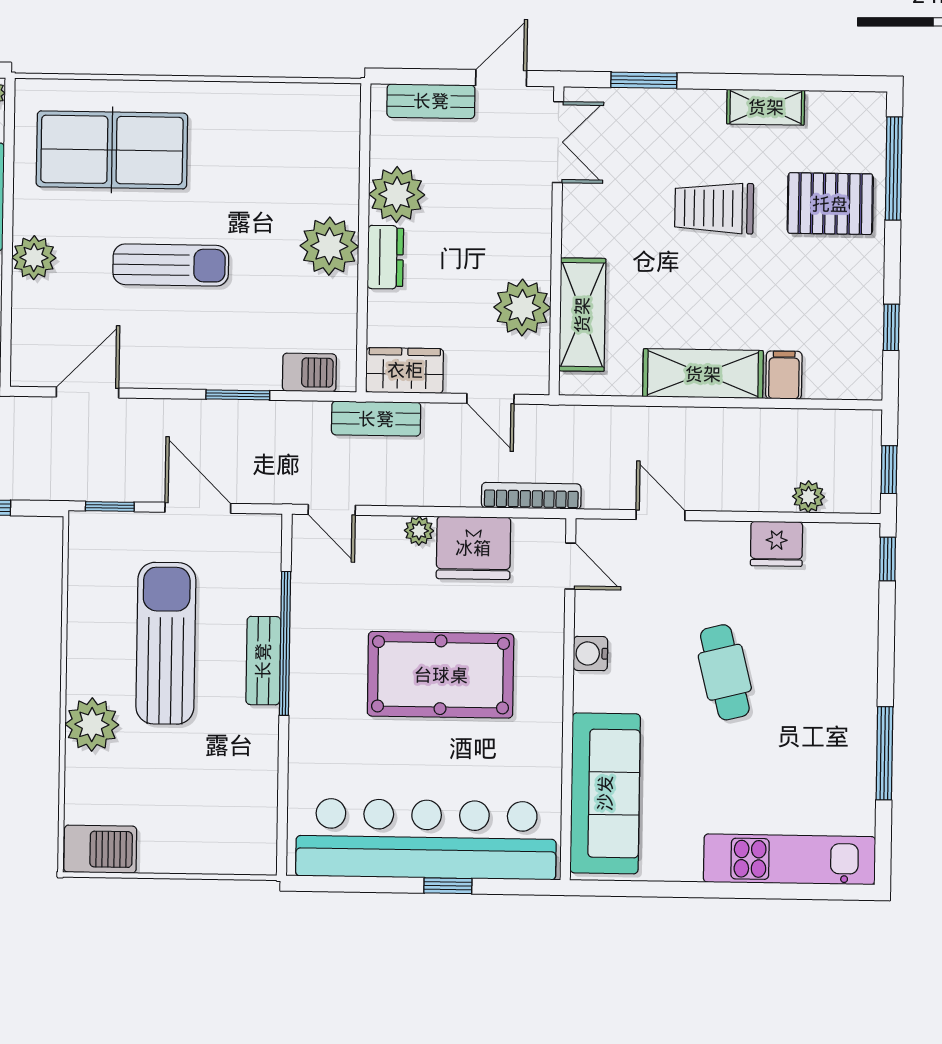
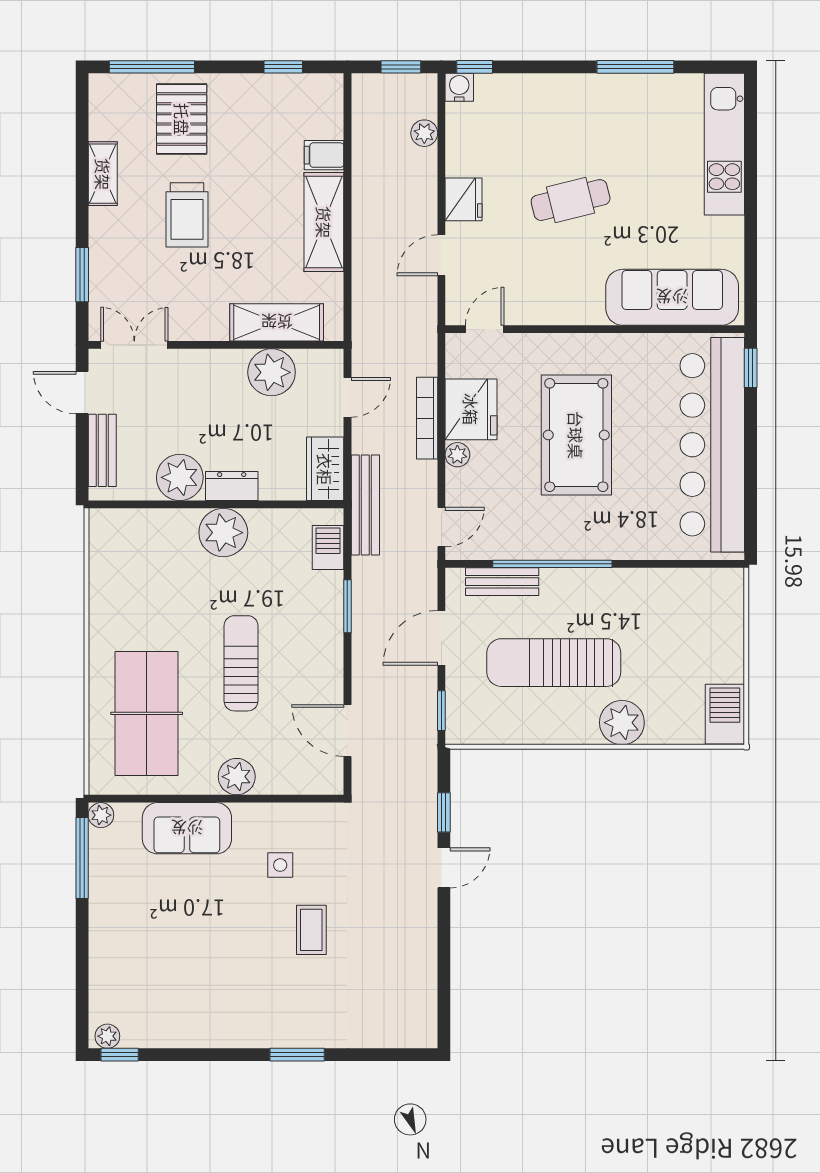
bench: (376, 419) -> (365, 505), width x1.36
bookcase: (531, 496) -> (427, 418), moved
fridge: (777, 544) -> (464, 199), moved
water cooler: (590, 654) -> (459, 87), moved, turned 180
bench: (263, 661) -> (502, 582), moved
window: (448, 886) -> (751, 368), moved

